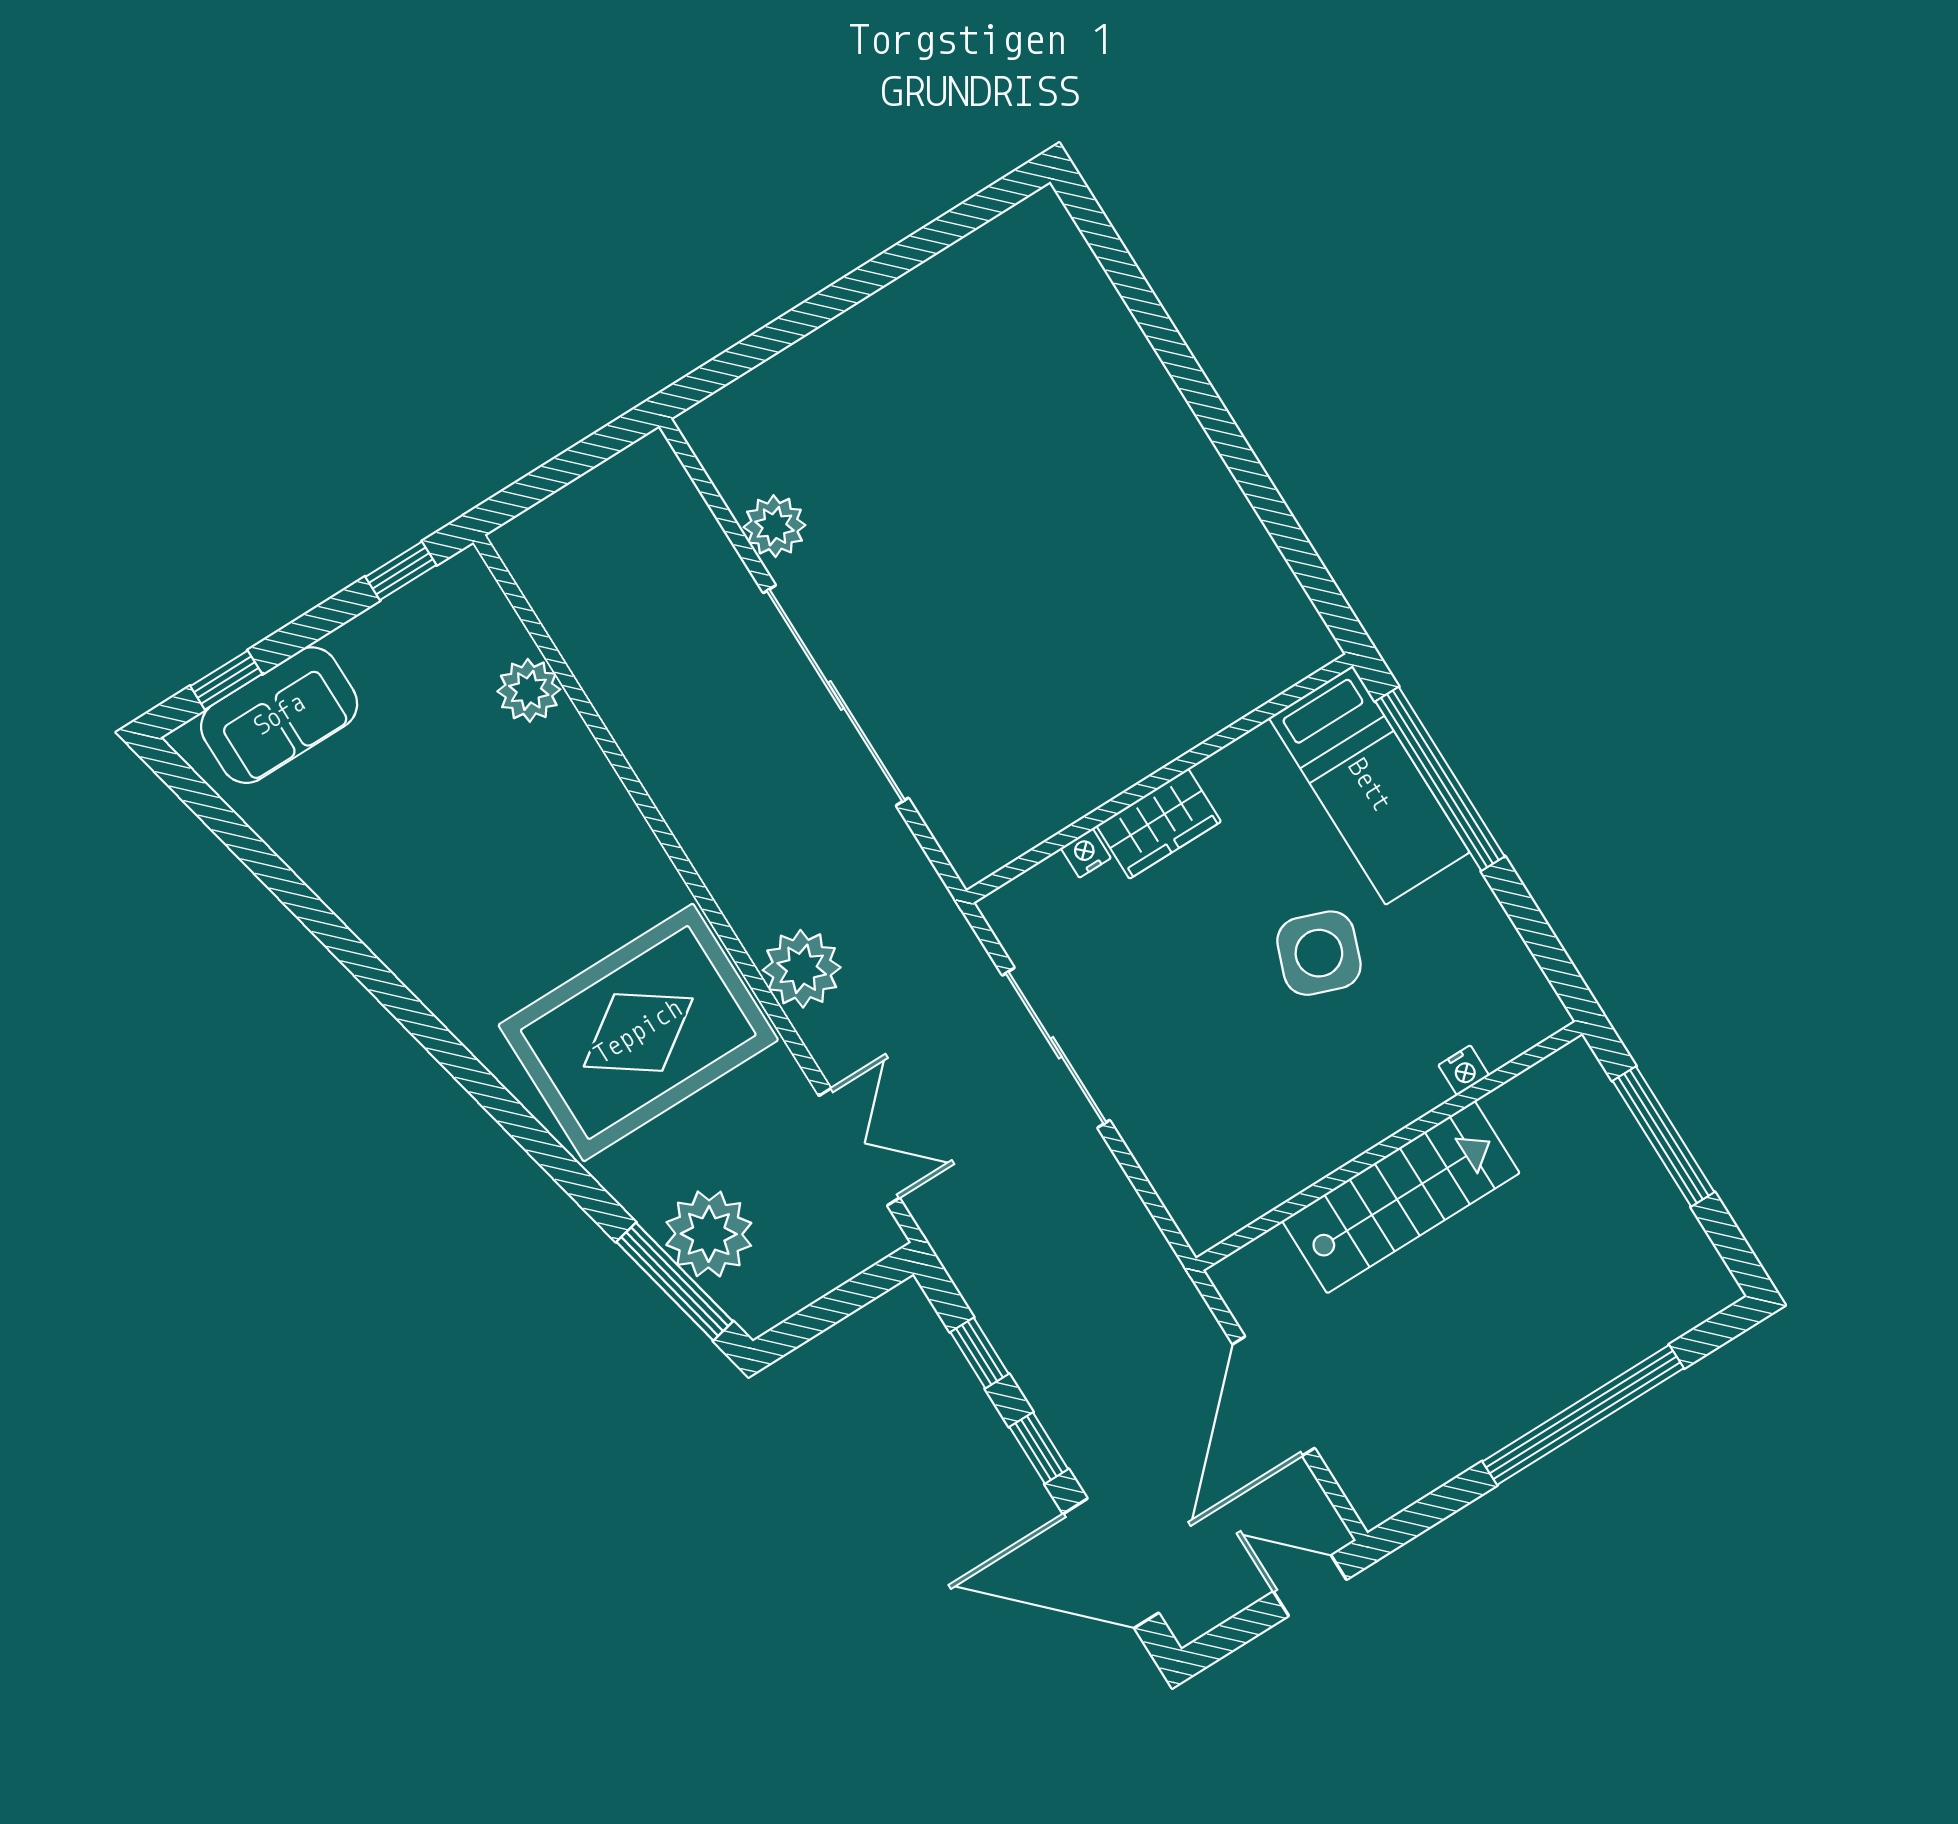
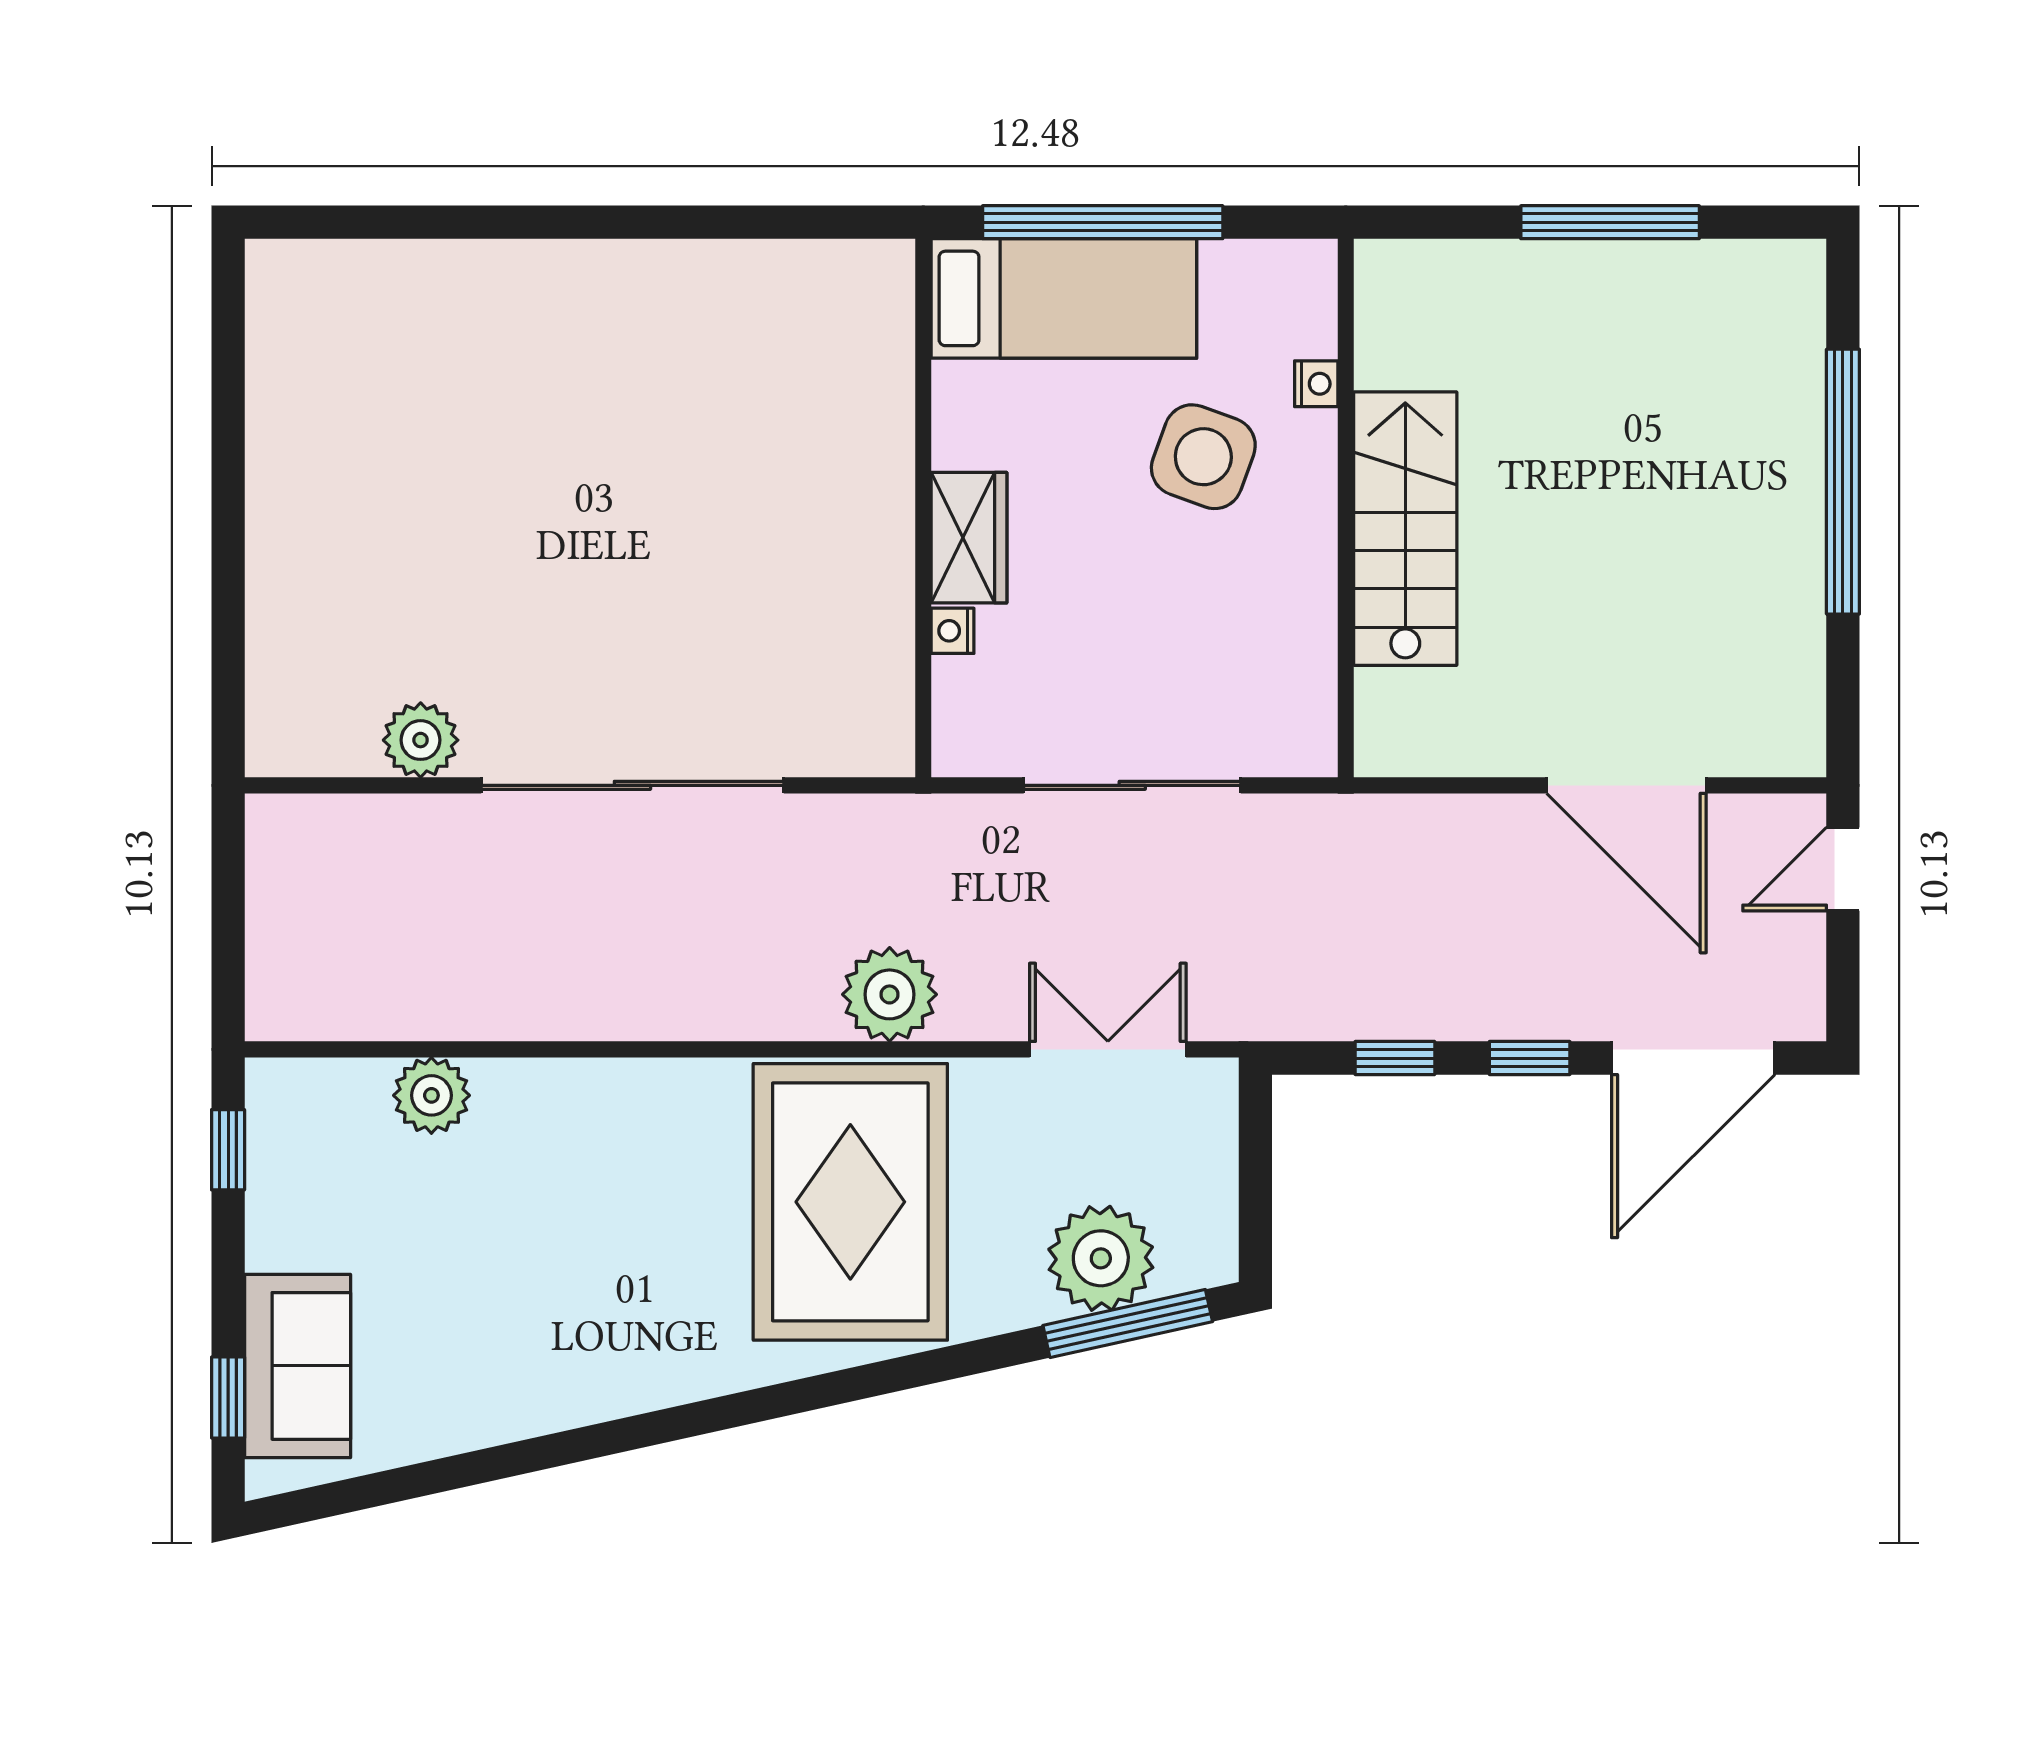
nightstand: (1464, 1070) -> (1316, 384), moved
wall: (1389, 1146) -> (1346, 508), moved
stairs: (1401, 1197) -> (1405, 529), moved

